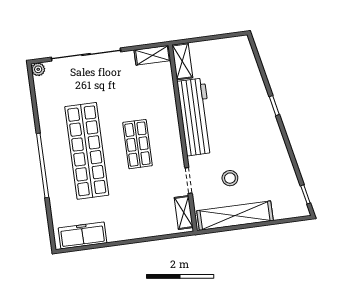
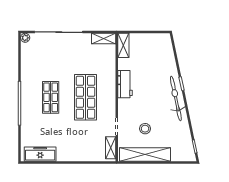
workbench: (196, 117) -> (125, 84), width x0.53, depth x0.76
bicycle: (269, 128) -> (176, 99), added
shop shelf: (137, 144) -> (86, 97), width x1.43, depth x1.36
shop shelf: (87, 151) -> (51, 97), width x0.50, depth x0.74

